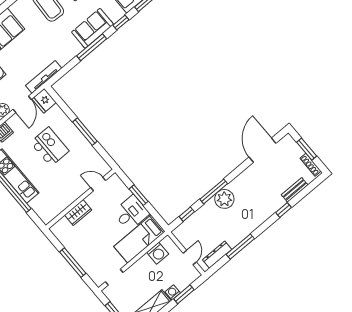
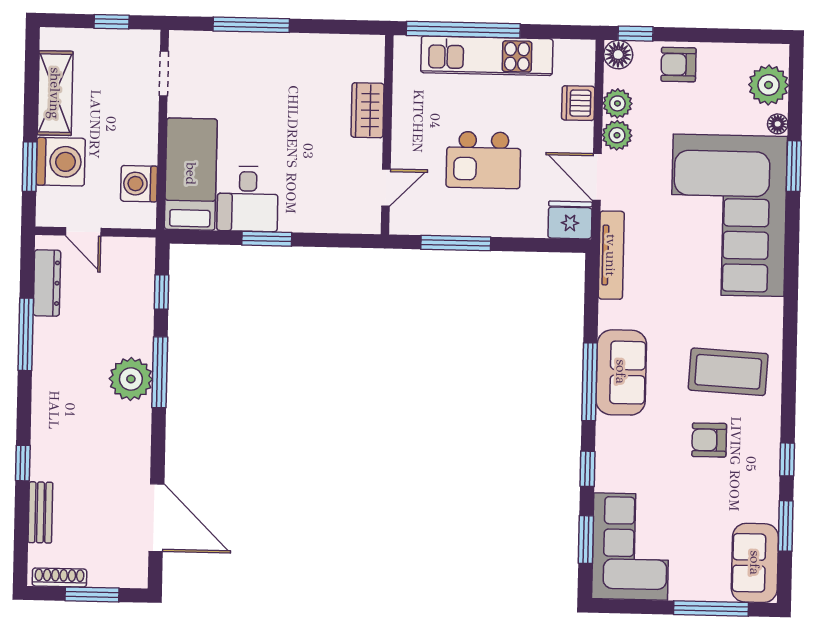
sofa: (93, 28) -> (621, 372), moved
door: (98, 184) -> (386, 188), moved
wall: (80, 199) -> (387, 135), moved
wardrobe: (78, 213) -> (368, 110), moved
washing machine: (173, 292) -> (61, 162), width x1.89, depth x1.89

